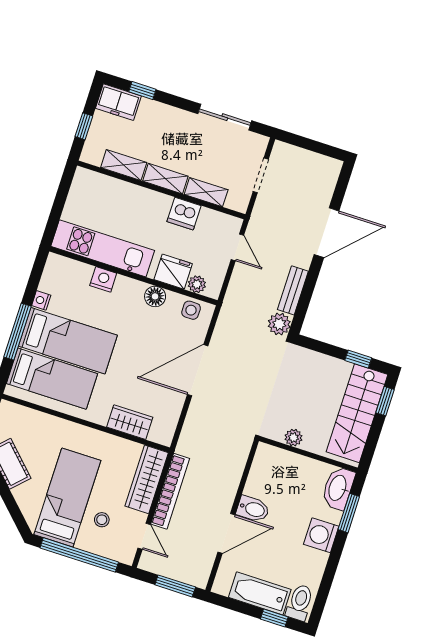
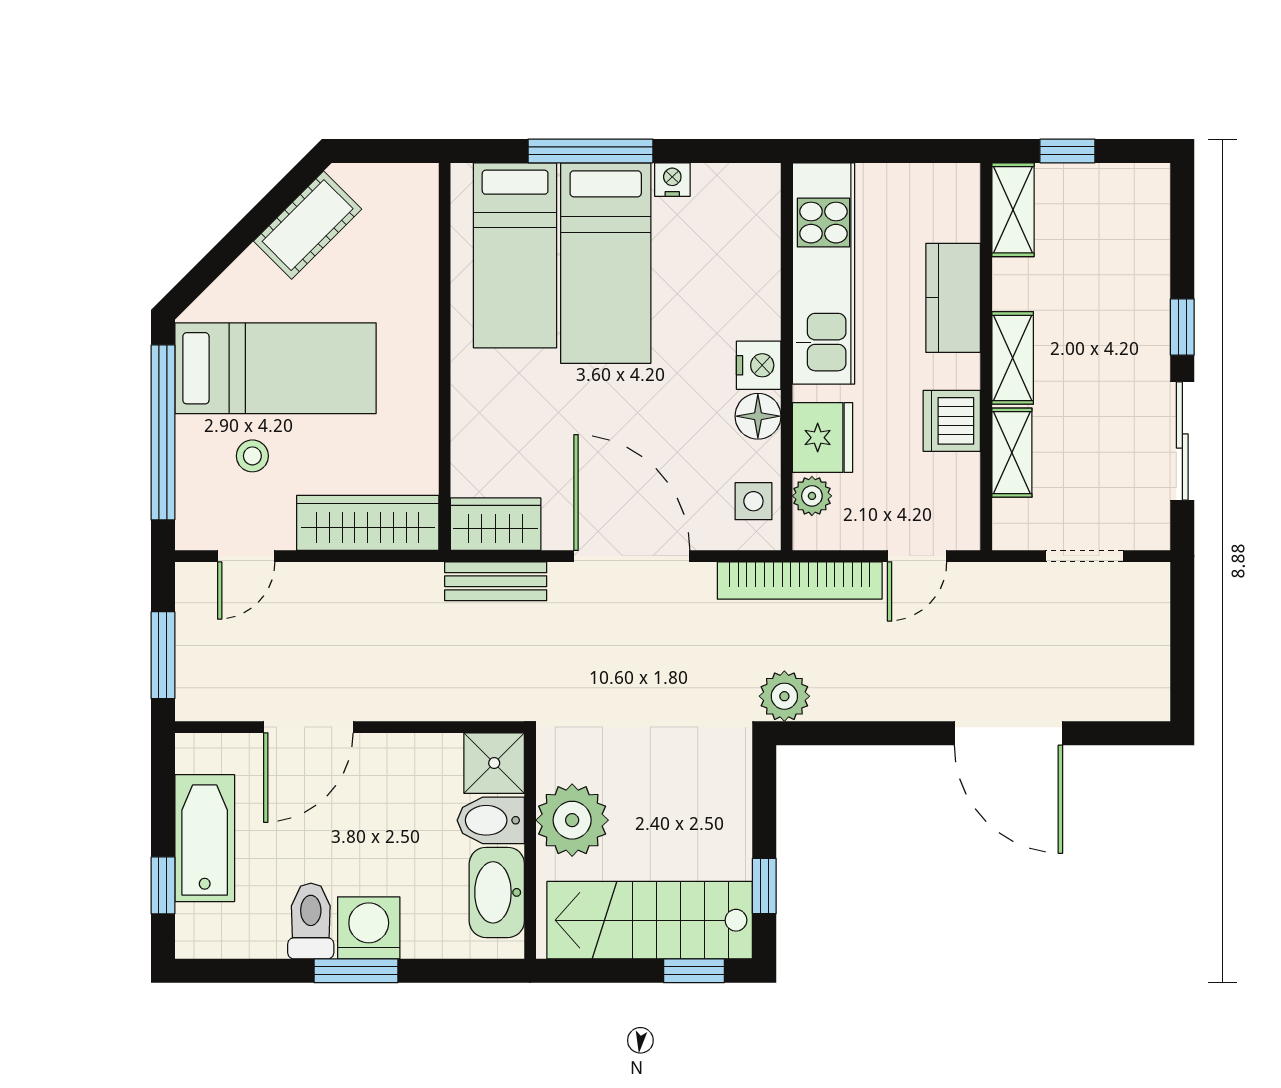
window: (142, 91) -> (1182, 327), moved
freezer: (118, 102) -> (1142, 207), removed
shelving: (124, 165) -> (1013, 210), moved
kitchen counter: (131, 196) -> (953, 298), added
nightstand: (103, 279) -> (759, 365), moved
bench: (293, 290) -> (496, 581), moved
wardrobe: (130, 422) -> (496, 524), moved, turned -90
plant: (293, 438) -> (572, 820), width x1.87, depth x1.87
shower: (268, 458) -> (494, 763), added
washbasin: (338, 488) -> (497, 892), moved, turned -90
bookcase: (170, 491) -> (800, 581), moved
bidet: (253, 509) -> (491, 820), moved, turned 90
window: (349, 513) -> (356, 971), moved
door: (226, 533) -> (308, 727), hinge flipped
toilet: (300, 602) -> (311, 921), moved, turned -90

